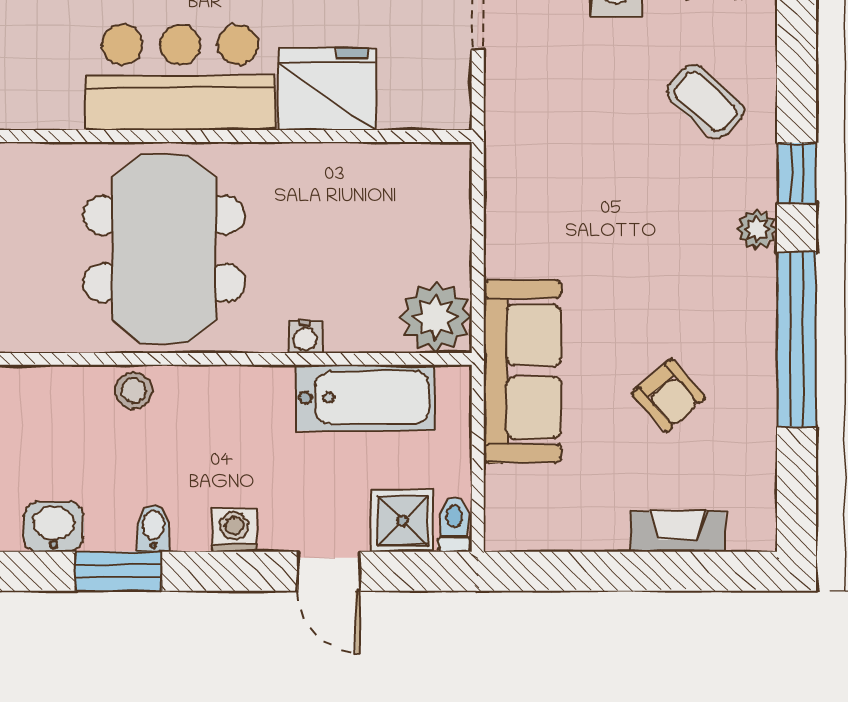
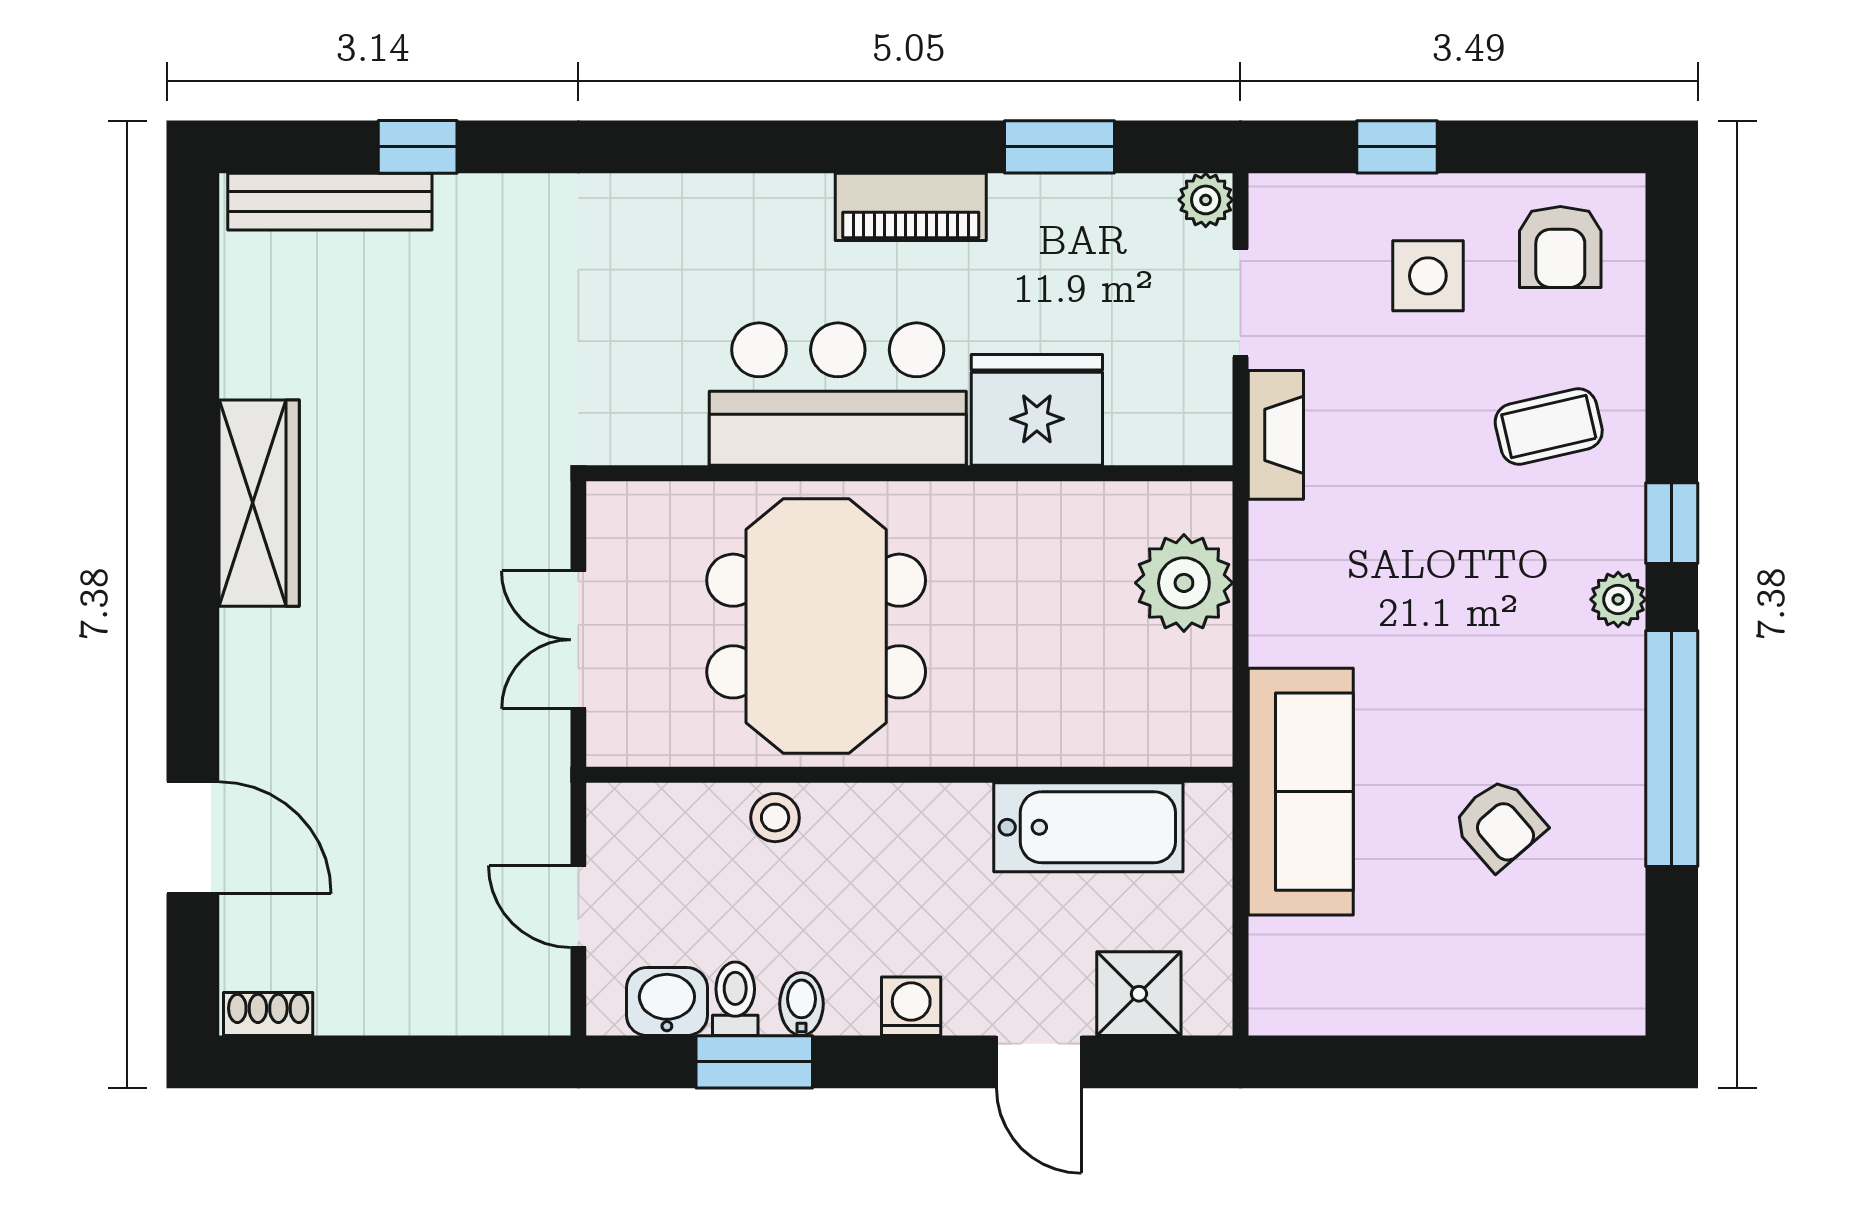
coffee table: (706, 101) -> (1549, 427), turned -55
plant: (436, 317) -> (1184, 583), moved
water cooler: (305, 337) -> (1007, 745), removed
toilet: (454, 524) -> (735, 999), moved
fireplace: (678, 531) -> (1276, 435), moved, turned 90

